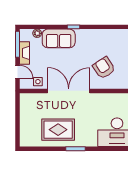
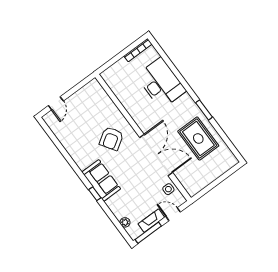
sofa: (59, 38) -> (101, 180), moved
door: (18, 72) -> (173, 214), hinge flipped
double door: (69, 91) -> (156, 155), swing flipped

